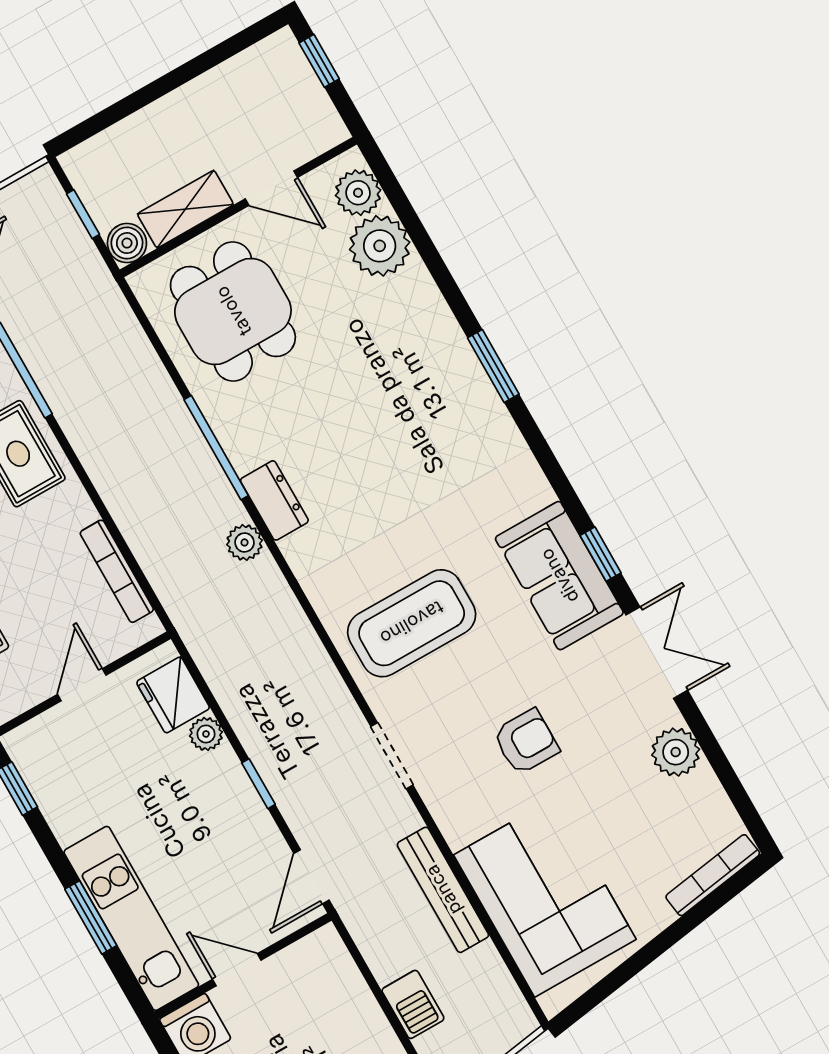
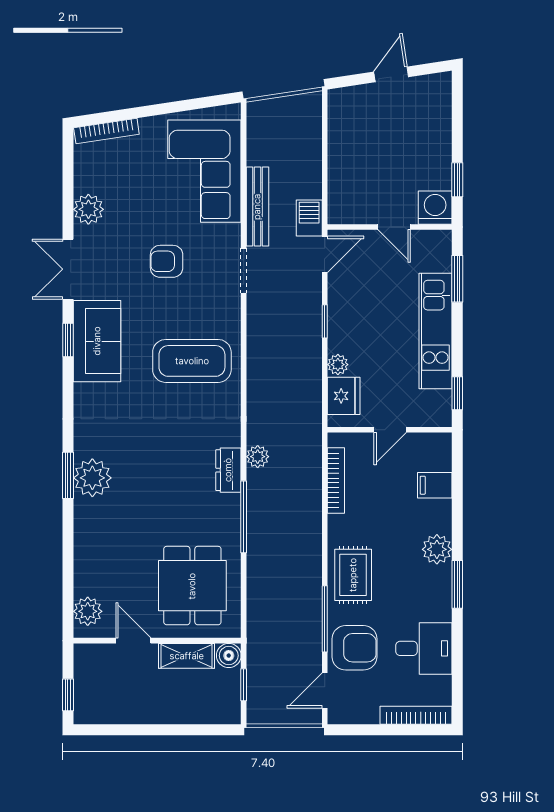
plant: (380, 246) -> (92, 478), moved
doorway: (392, 756) -> (244, 271), moved
window: (91, 917) -> (457, 279), moved
kitchen unit: (131, 918) -> (435, 331), moved
barbecue: (413, 1004) -> (309, 218), moved

